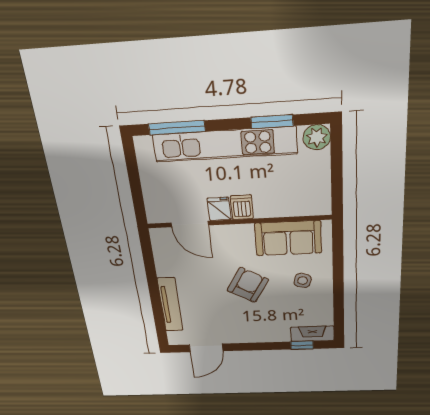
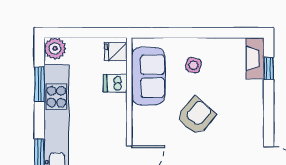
dishwasher: (242, 207) -> (115, 83), moved
fridge: (219, 209) -> (116, 52), moved
armchair: (248, 285) -> (196, 116), turned 101

